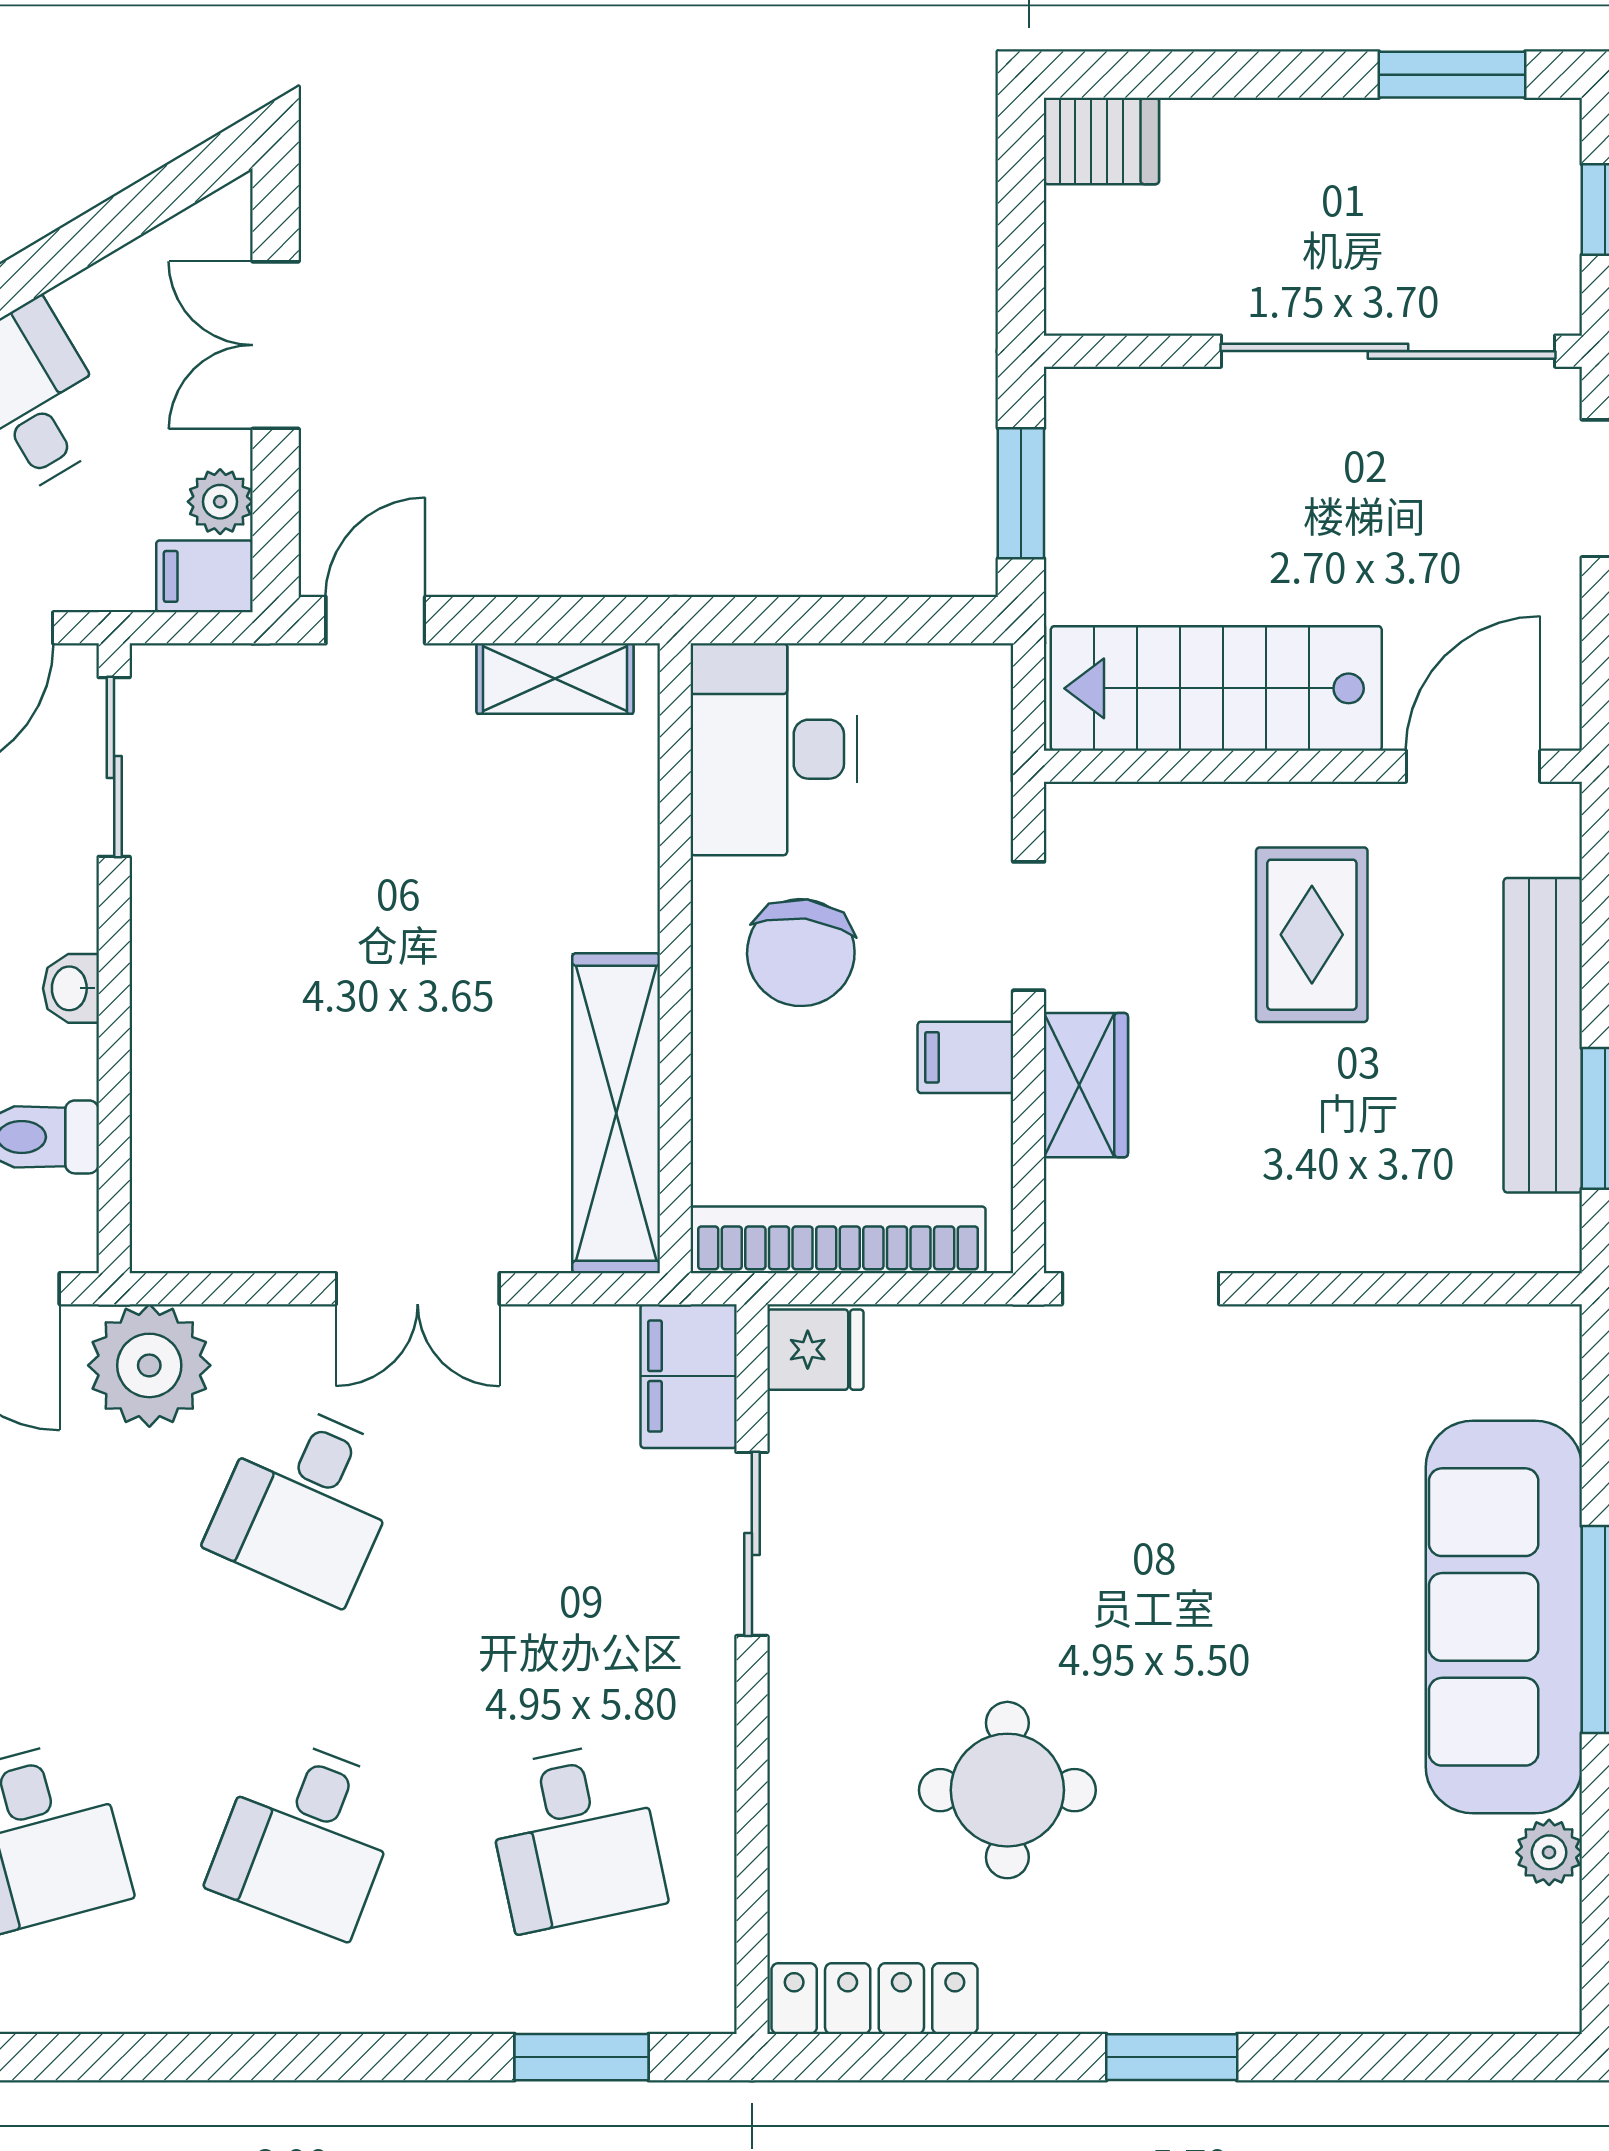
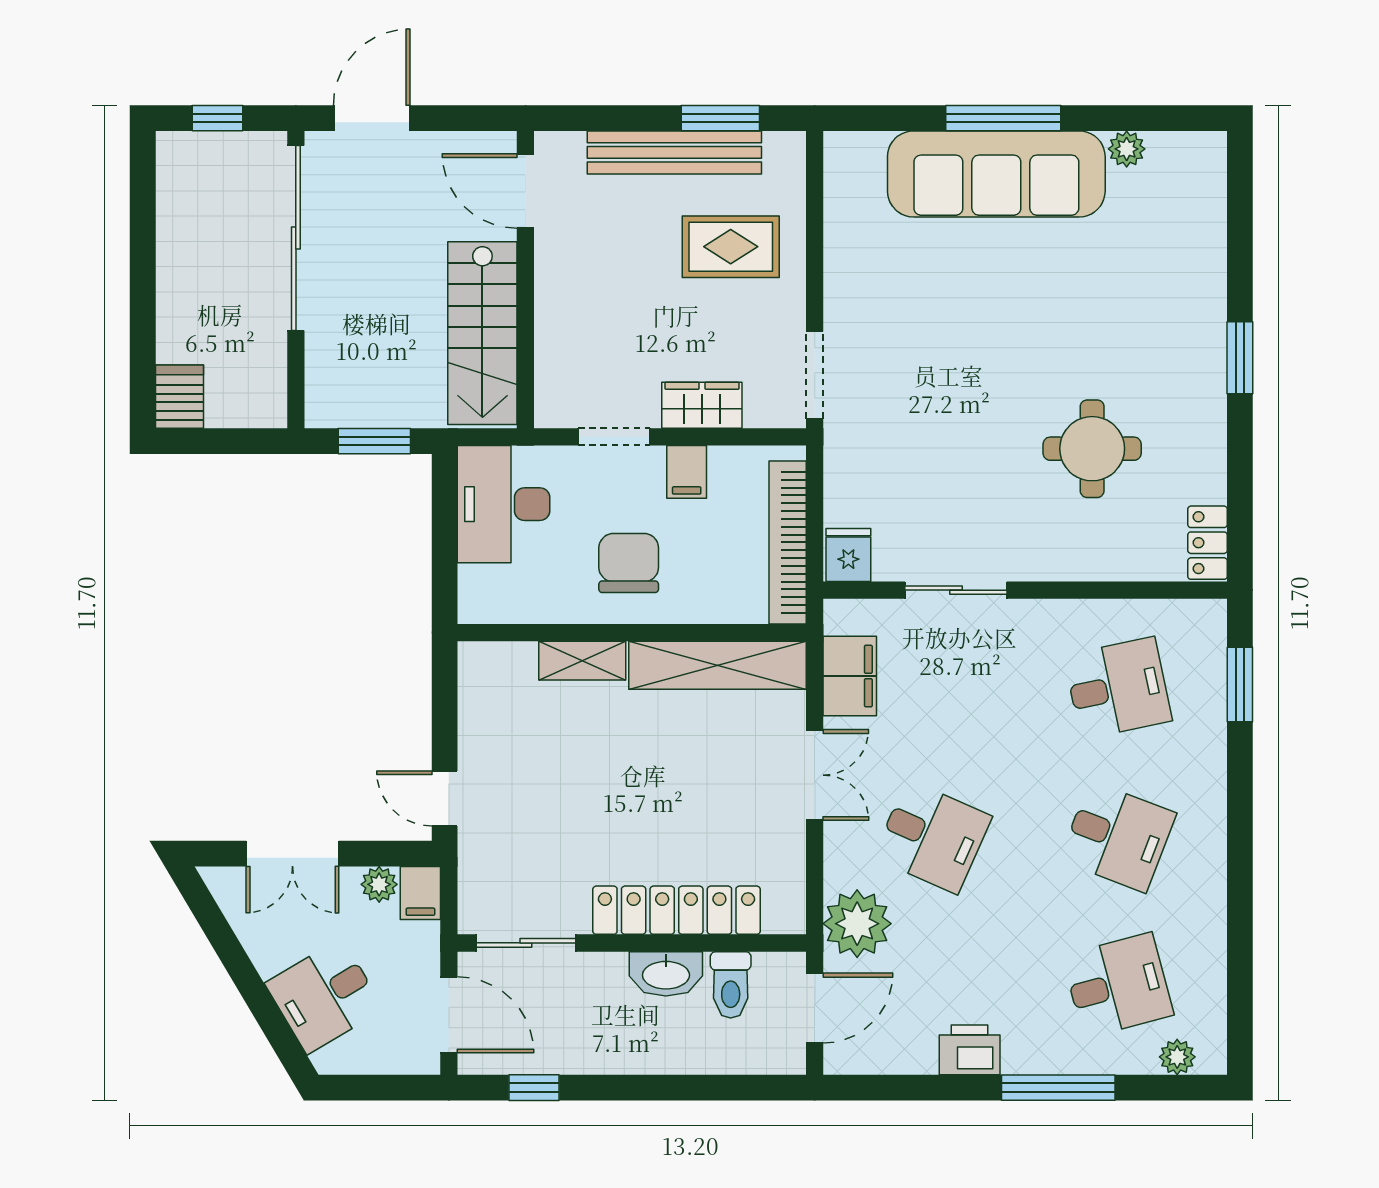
window: (1452, 75) -> (143, 203), removed
shelving: (555, 678) -> (582, 661), moved, turned 90
desk: (774, 749) -> (504, 504), moved, turned 90
rug: (1312, 935) -> (731, 247), moved
chair: (801, 953) -> (629, 563), turned -97
washbasin: (71, 988) -> (666, 974), width x1.91, depth x1.45
locker: (173, 1039) -> (677, 910), added
filing cabinet: (689, 1376) -> (850, 676), moved, turned -90
locker: (874, 1999) -> (1208, 543), width x0.66

